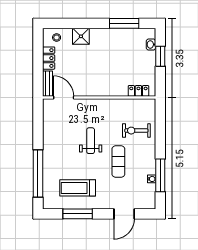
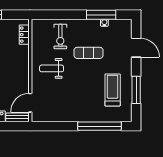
weight bench: (91, 141) -> (52, 68), moved
treadmill: (78, 188) -> (113, 90), turned 180

